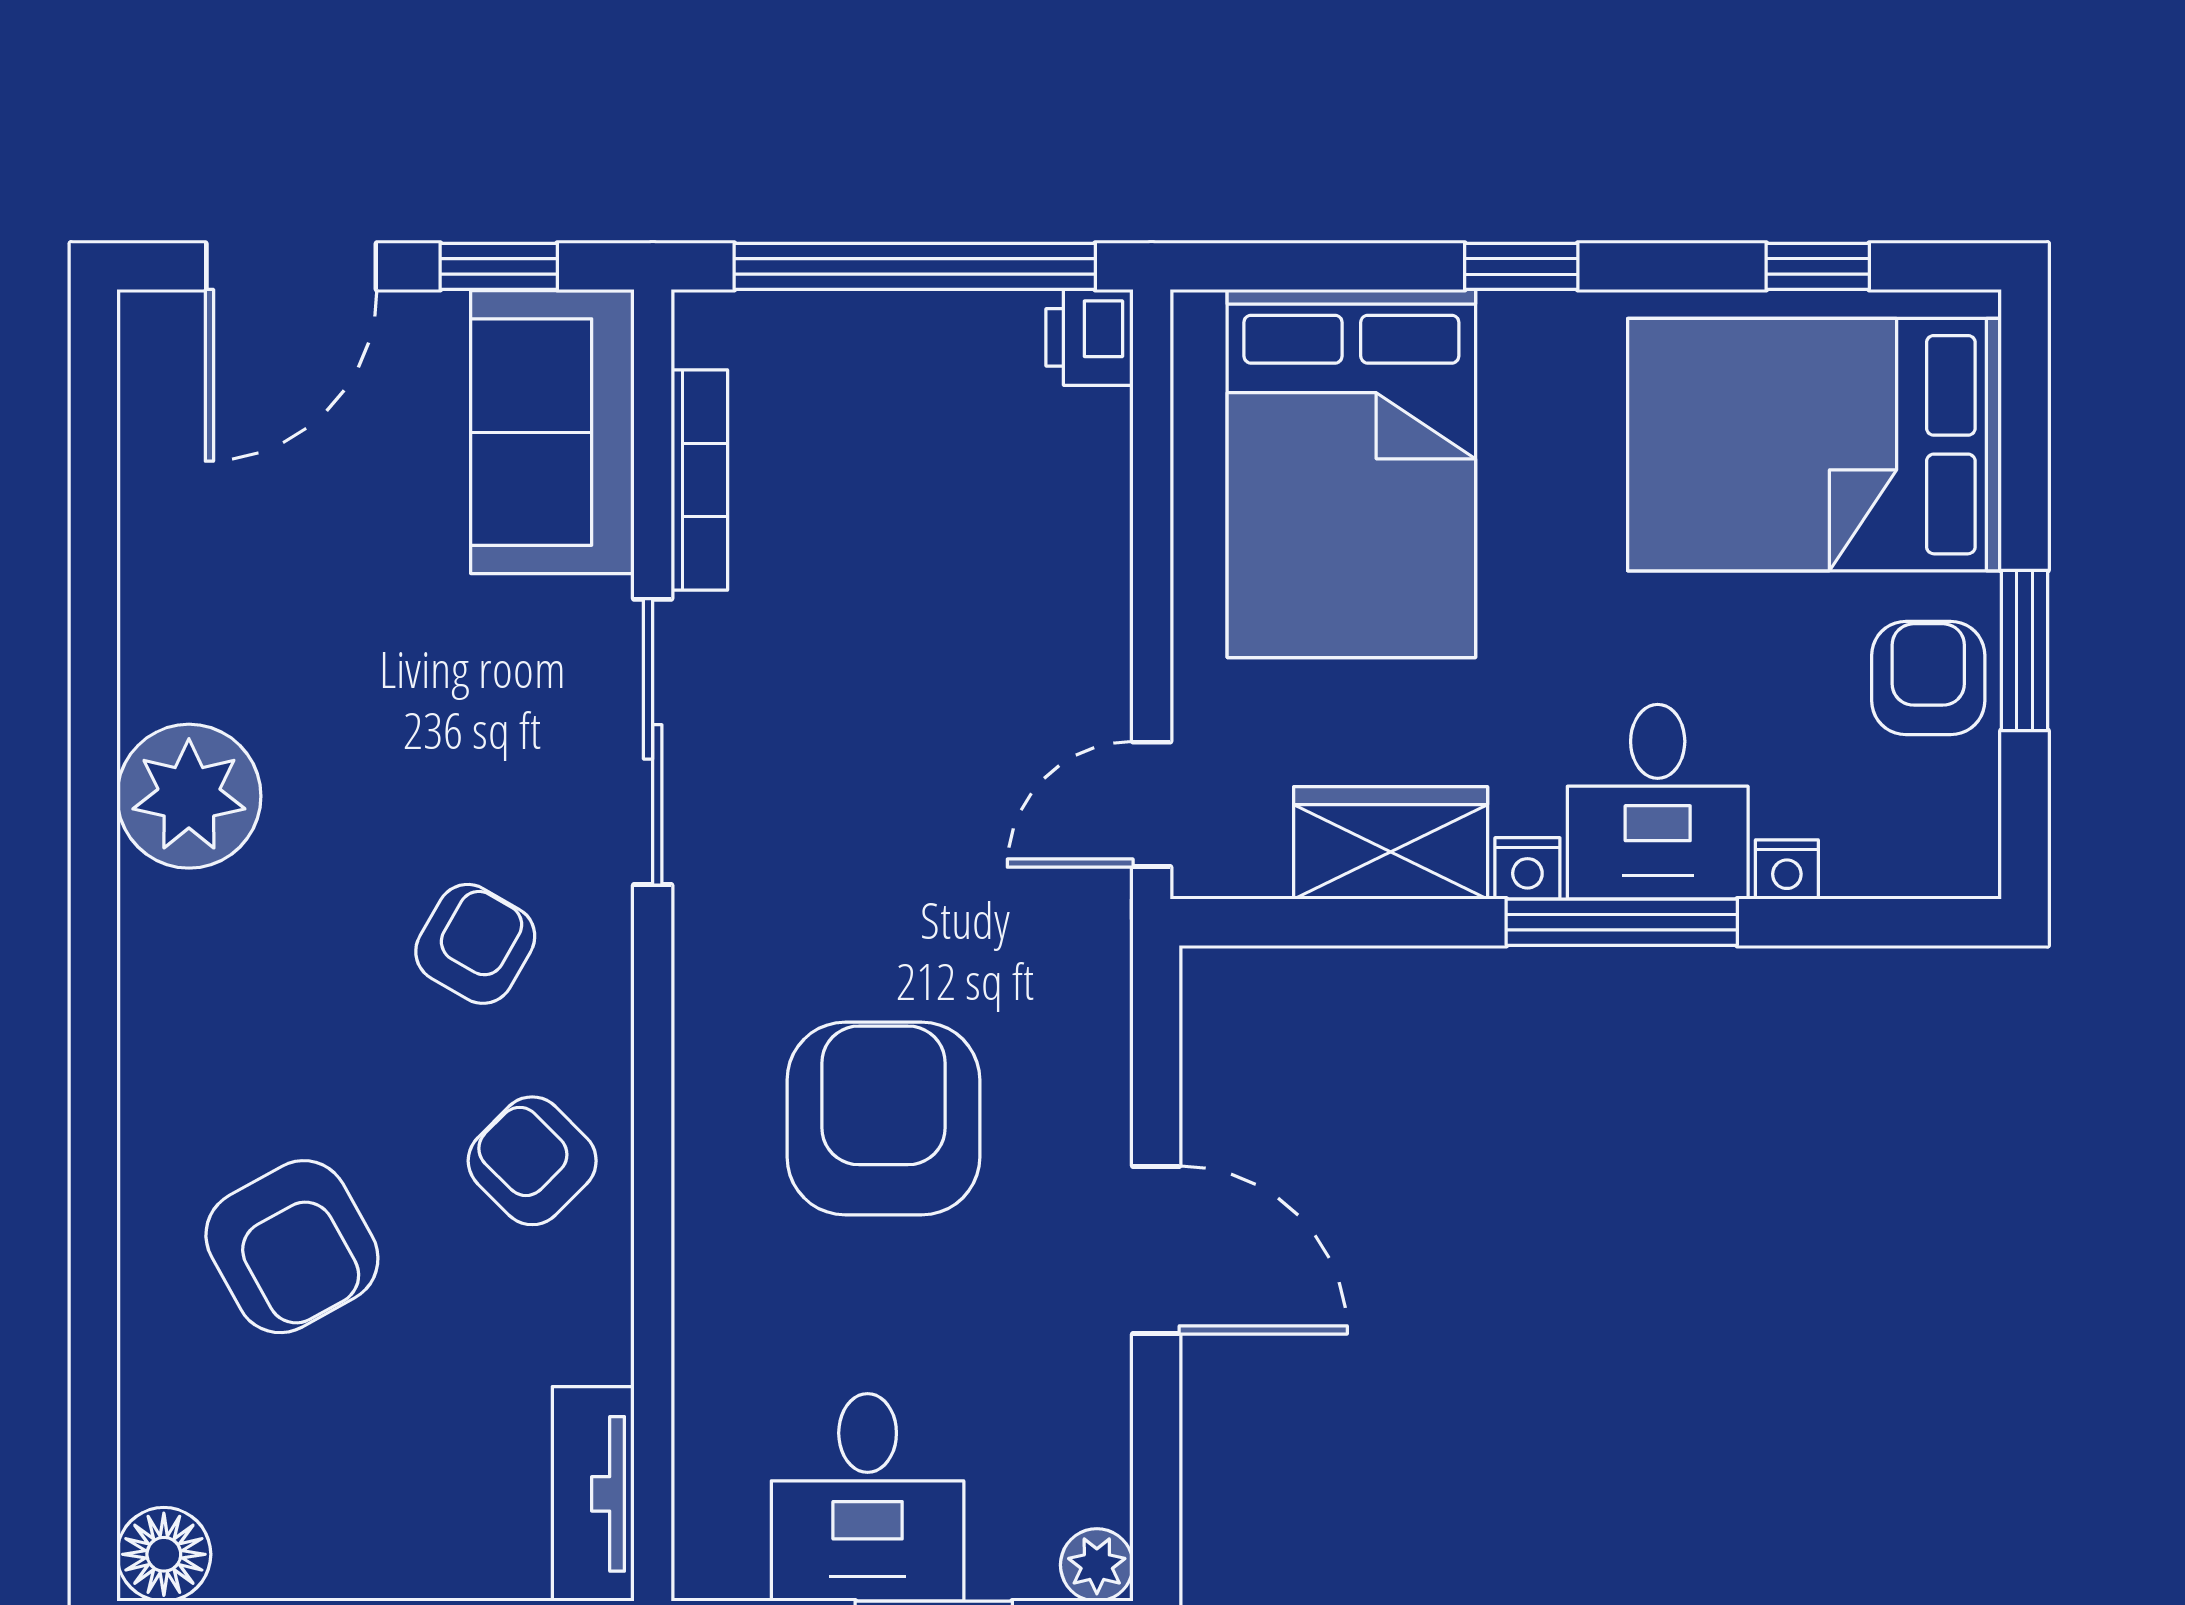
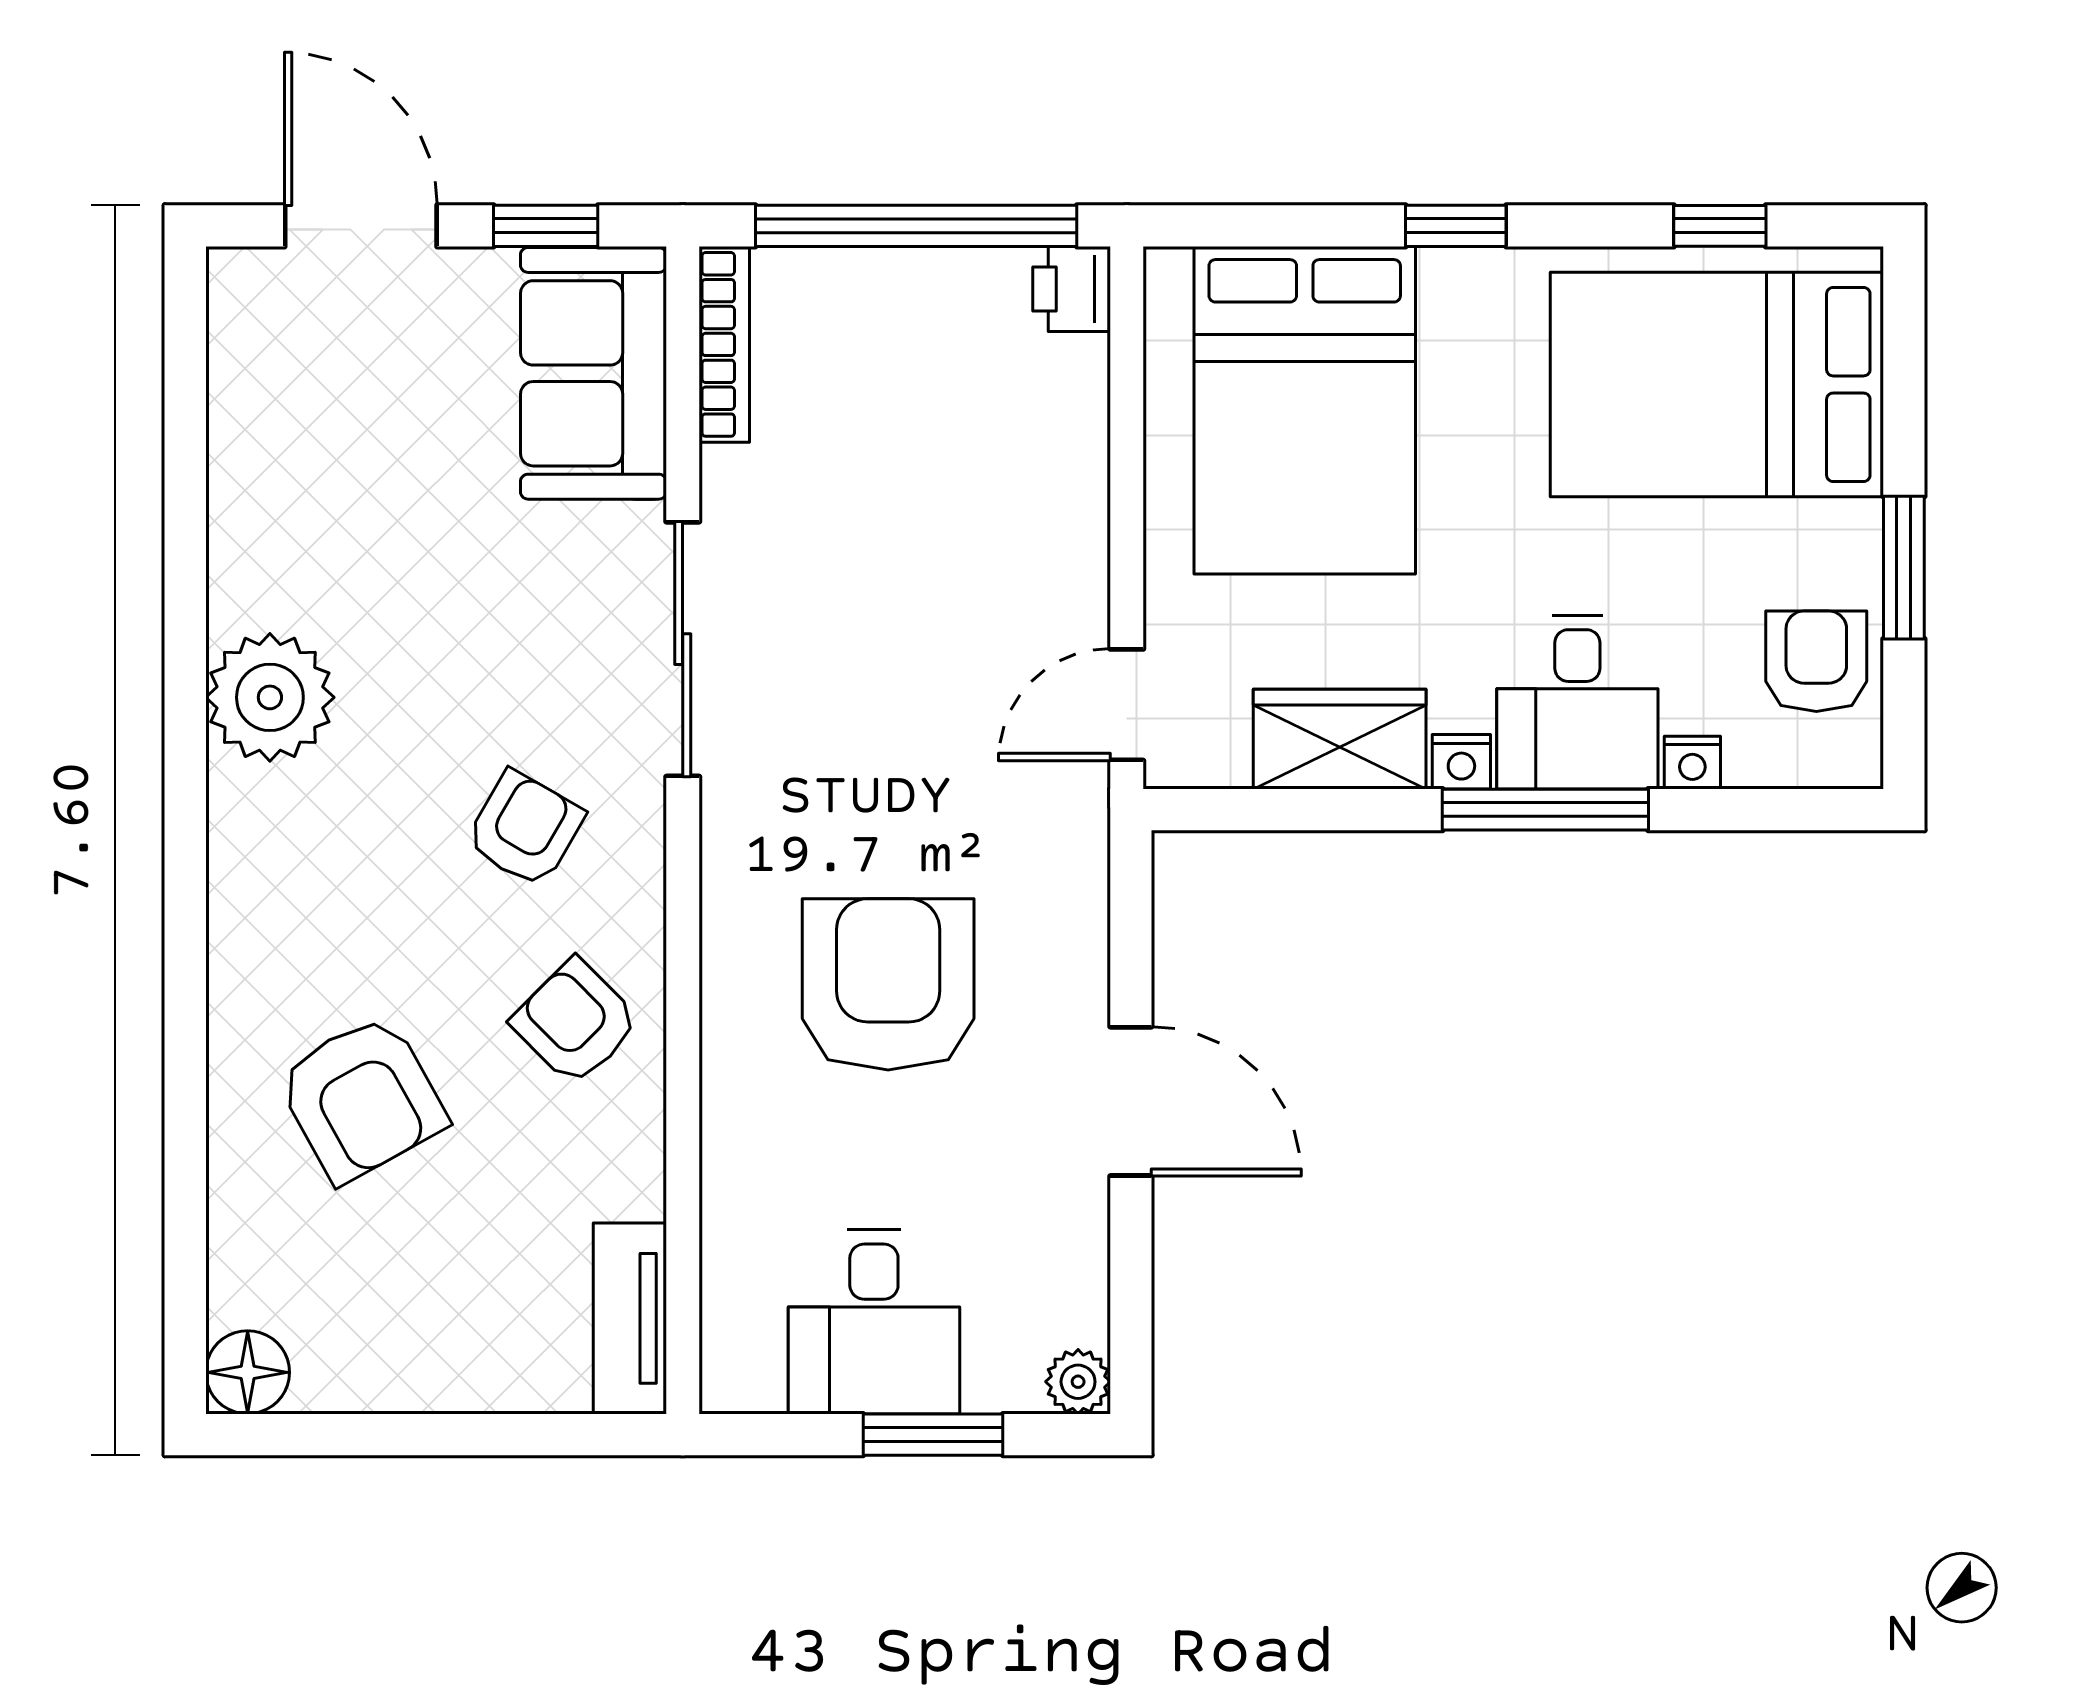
door: (291, 266) -> (361, 226), swing flipped
bookcase: (699, 480) -> (724, 344), moved
armchair: (1928, 678) -> (1816, 661), moved

